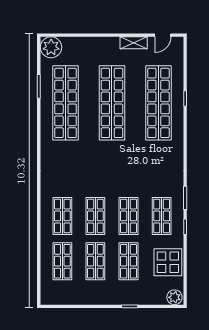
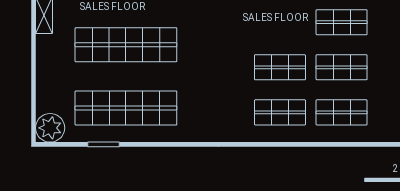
shop shelf: (129, 216) -> (280, 22), removed

